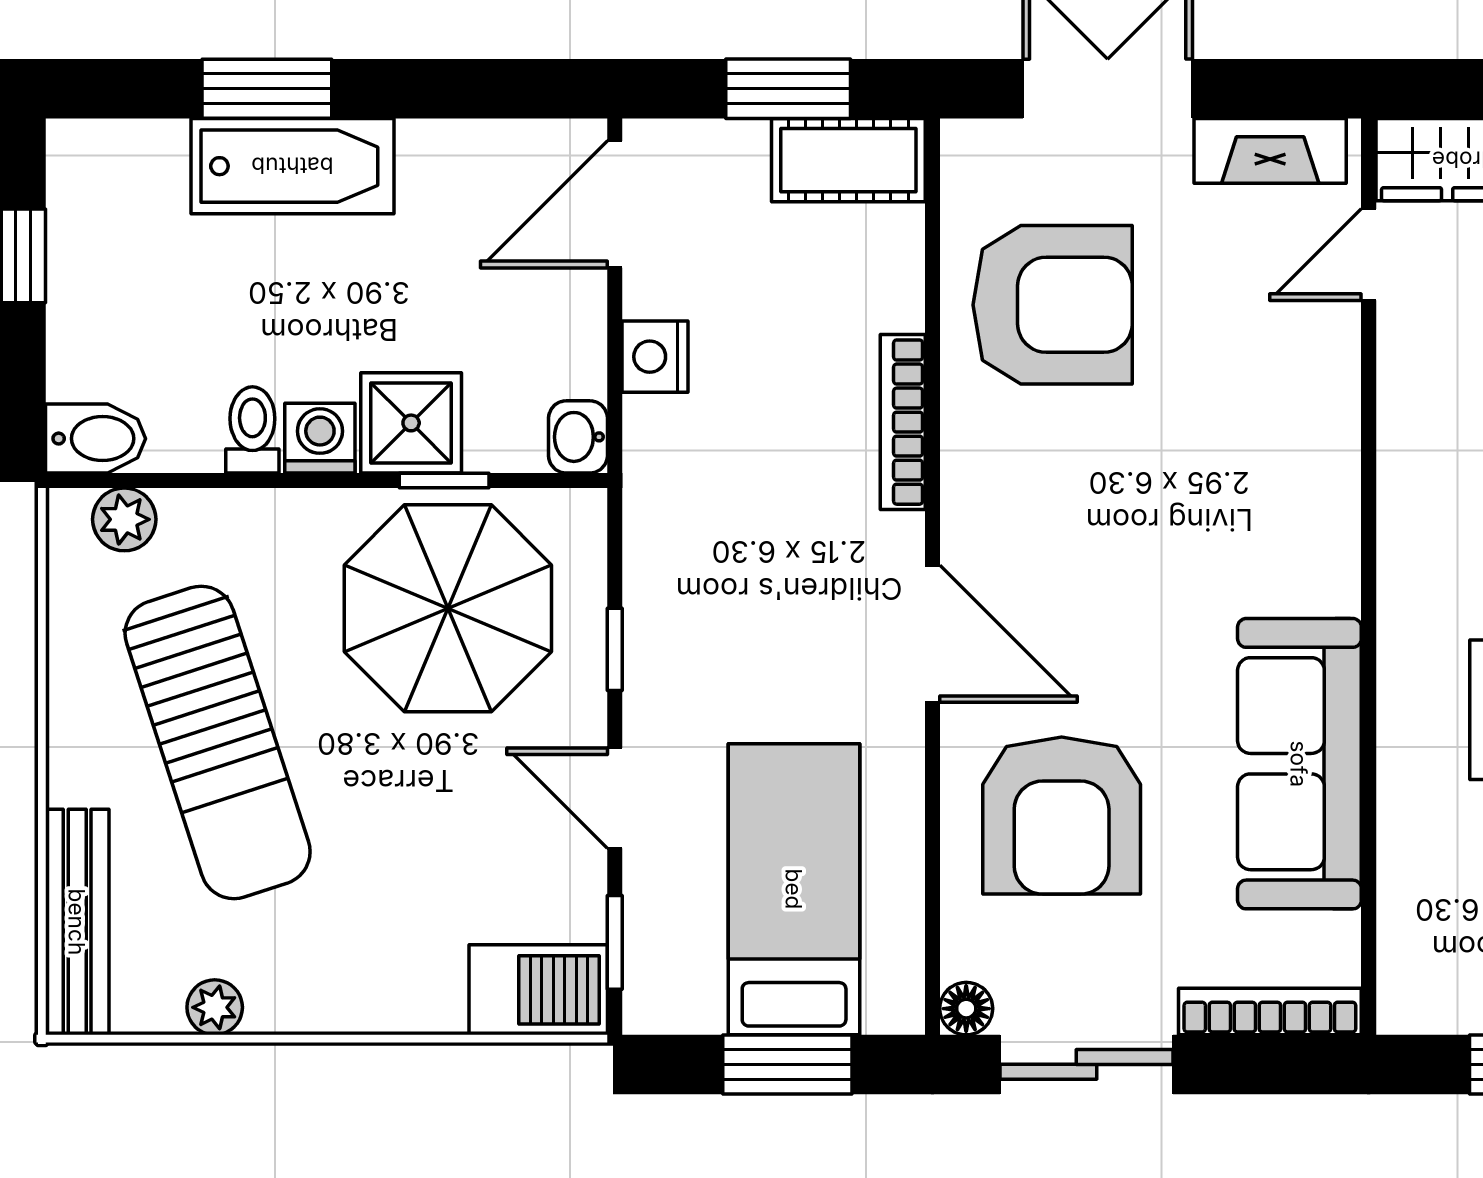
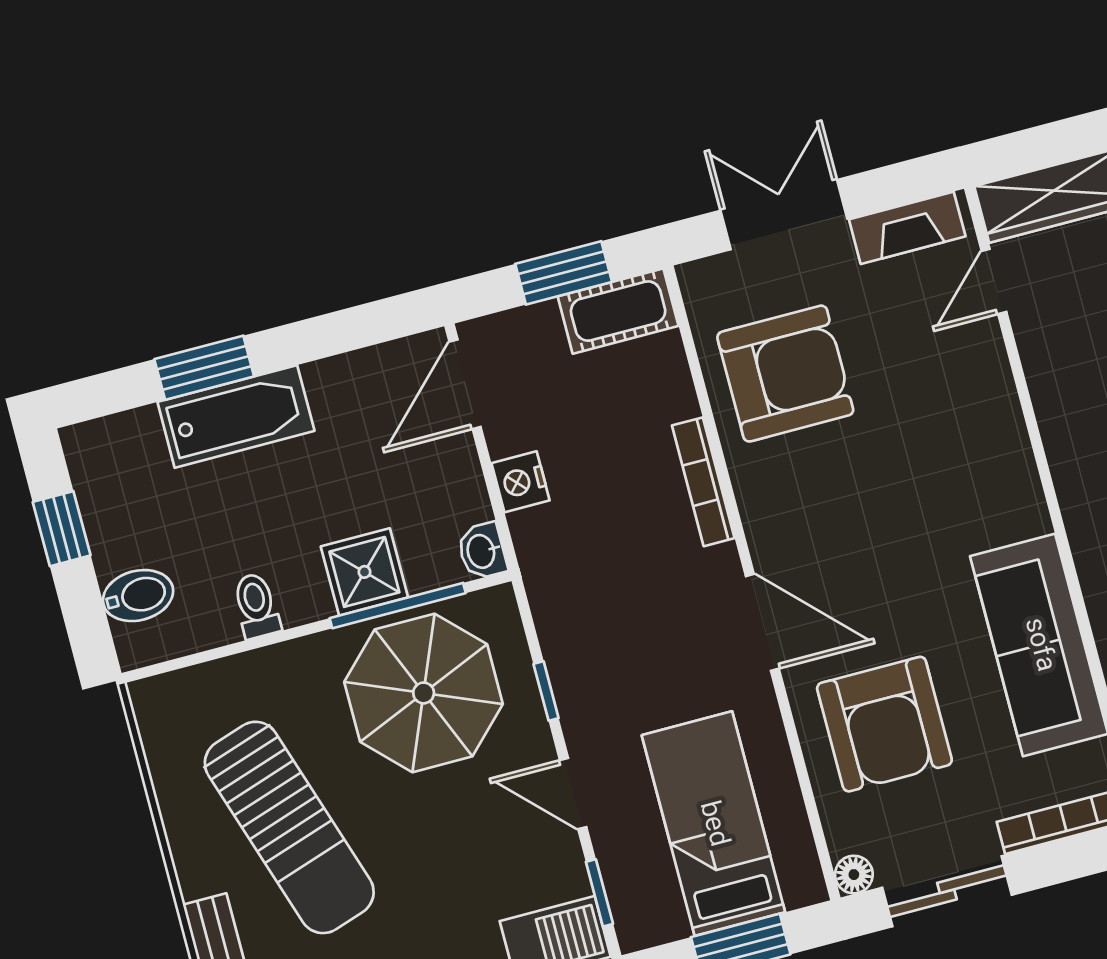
washing machine: (320, 438) -> (304, 599), removed
bidet: (96, 439) -> (138, 596), moved
window: (444, 481) -> (398, 606), width x2.17
plant: (124, 519) -> (184, 691), removed

